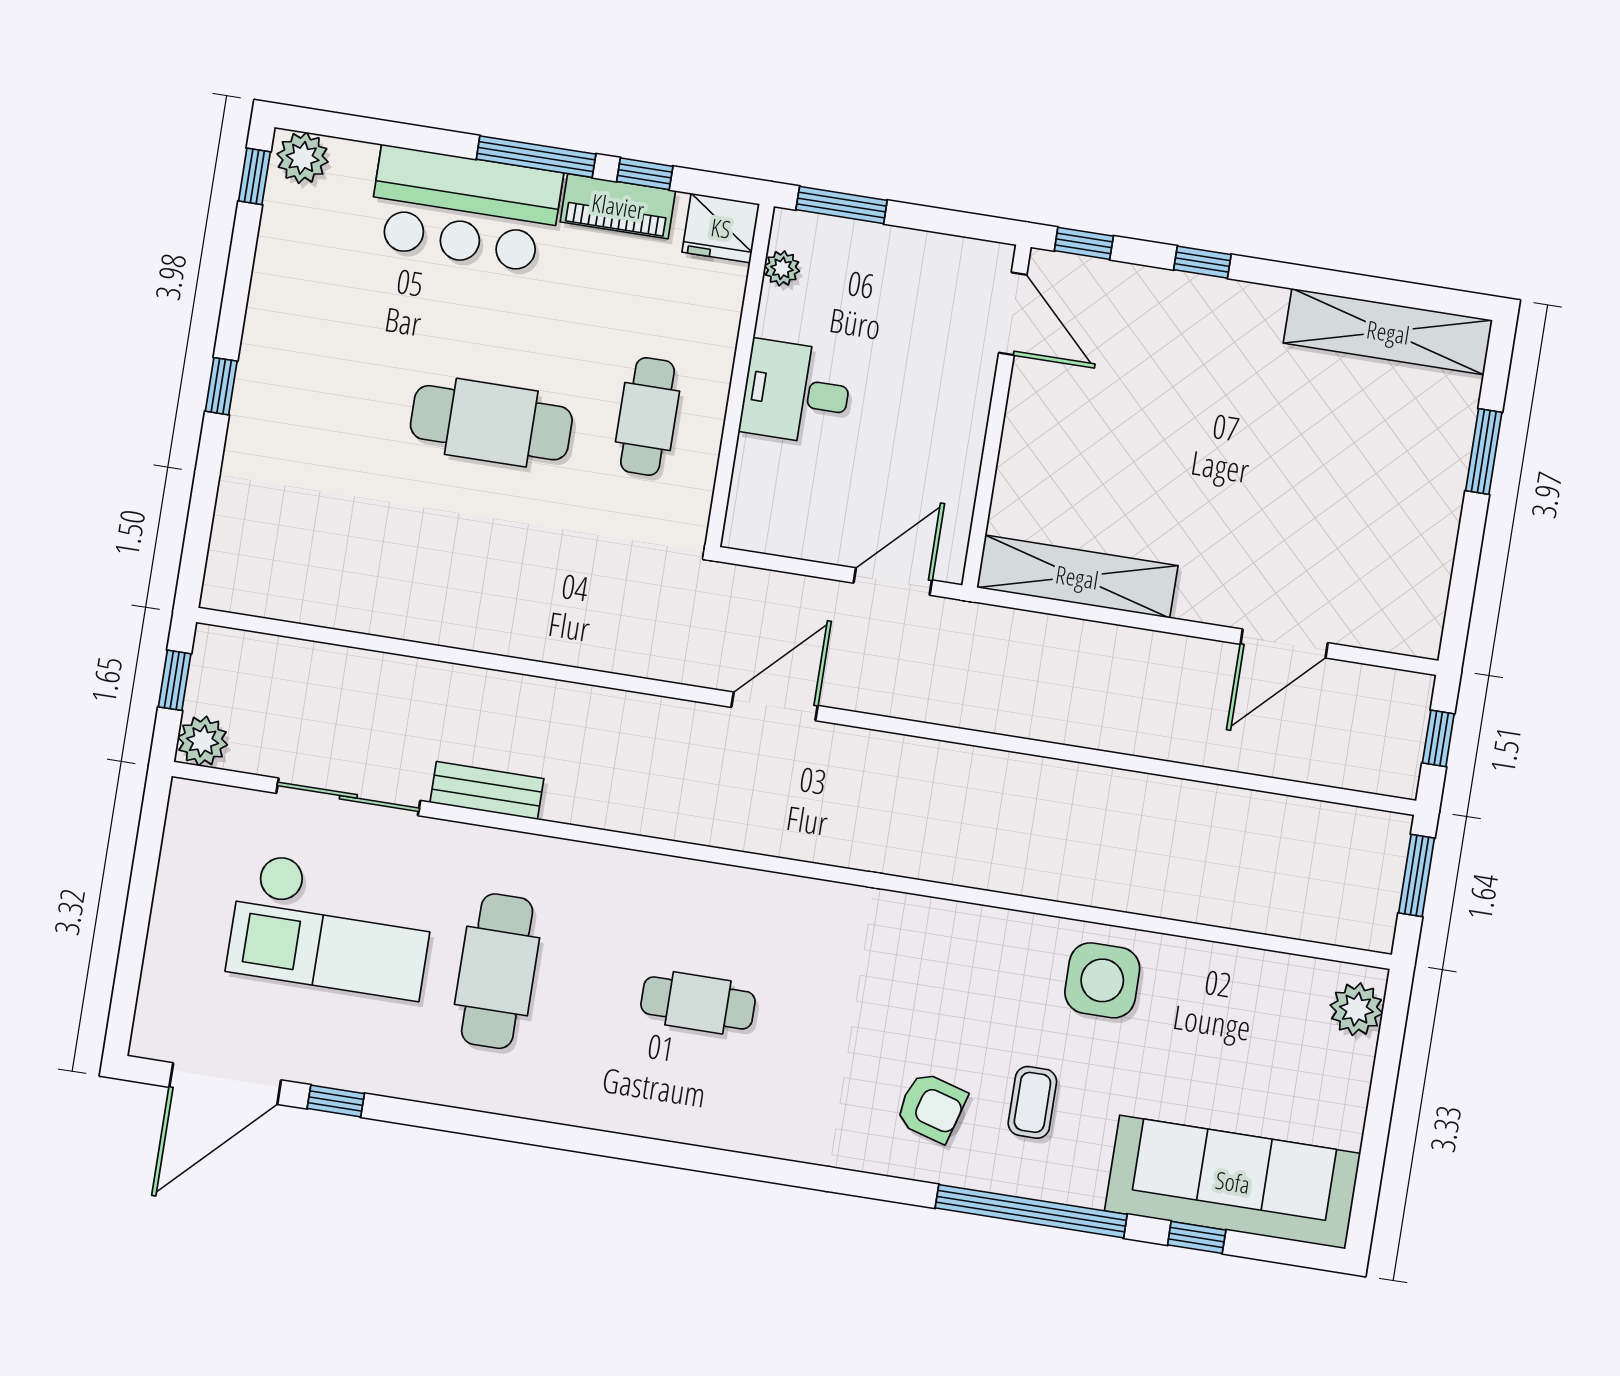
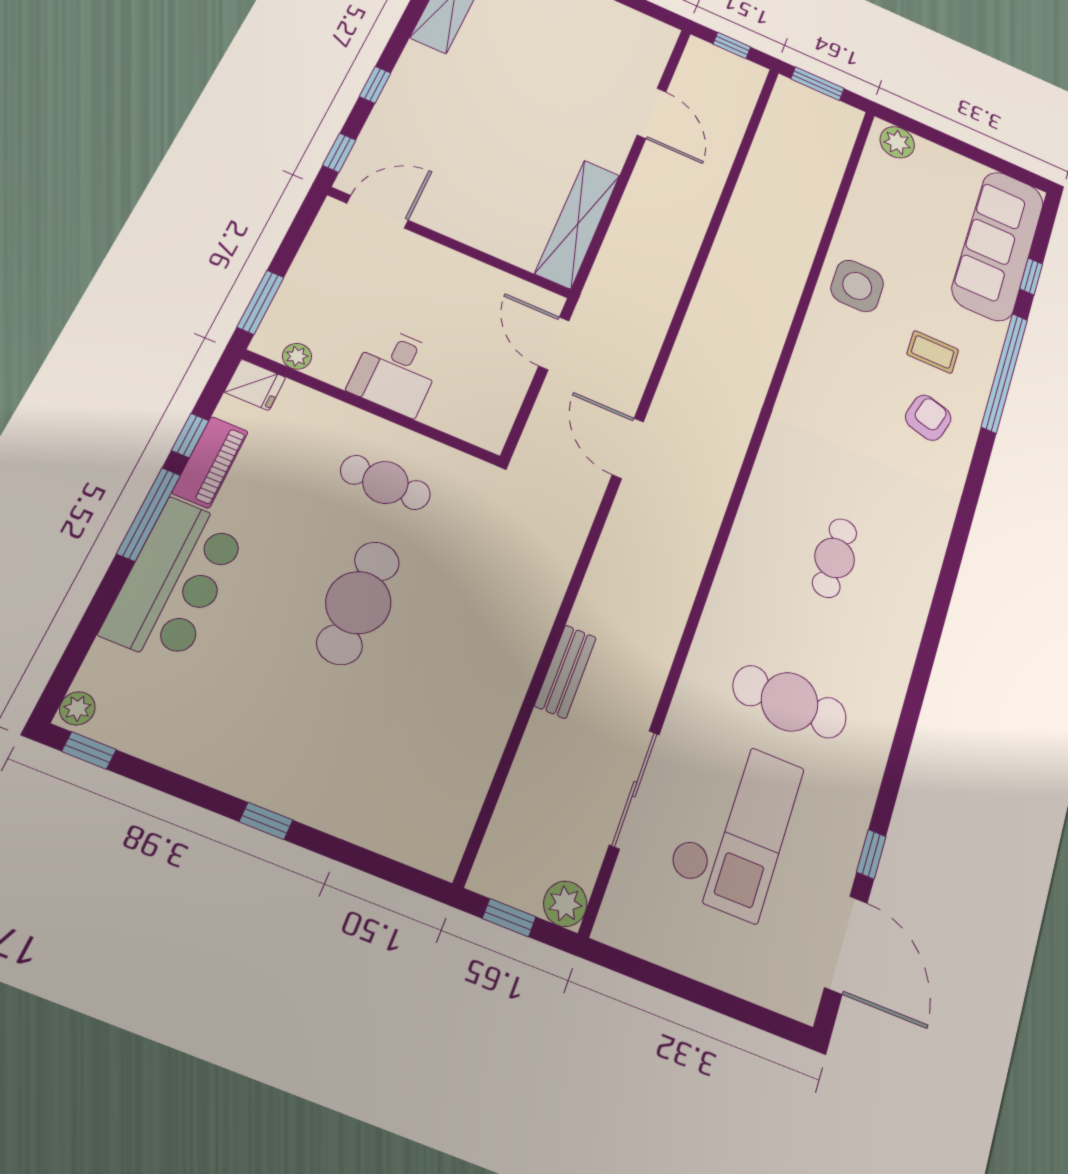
plant: (303, 158) -> (77, 708), width x0.73, depth x0.73
fridge: (721, 228) -> (255, 385), width x0.72
bench: (487, 791) -> (566, 672), moved

